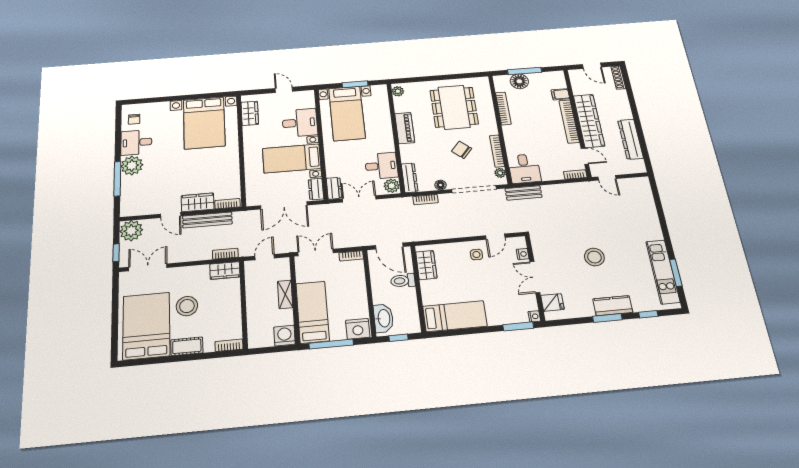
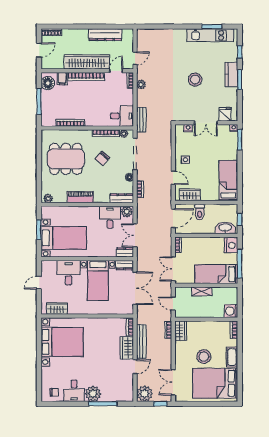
floor lamp: (519, 81) -> (48, 83), moved
plant: (572, 188) -> (141, 84), added
door: (495, 237) -> (173, 178), moved
washing machine: (284, 336) -> (231, 311), moved

